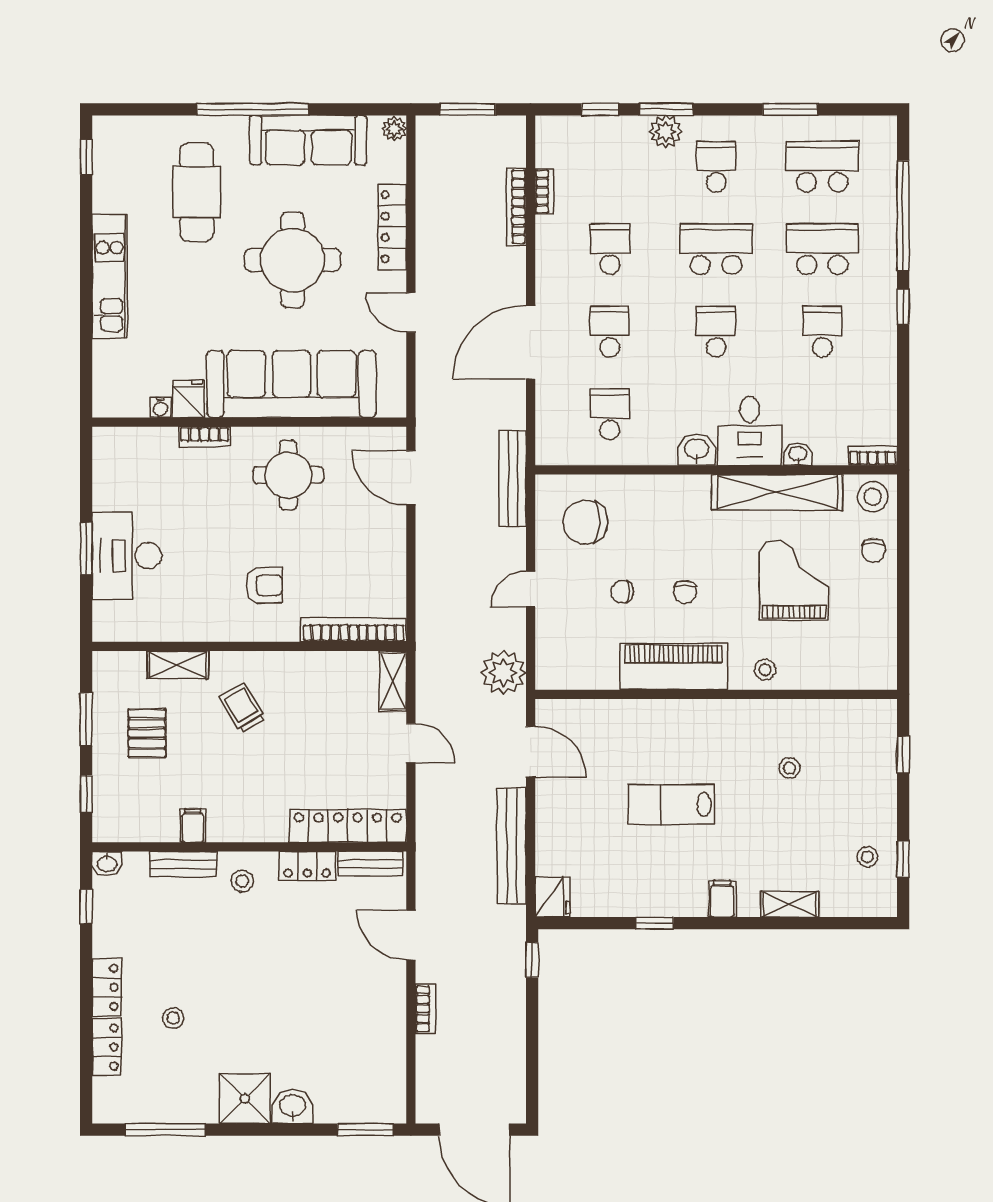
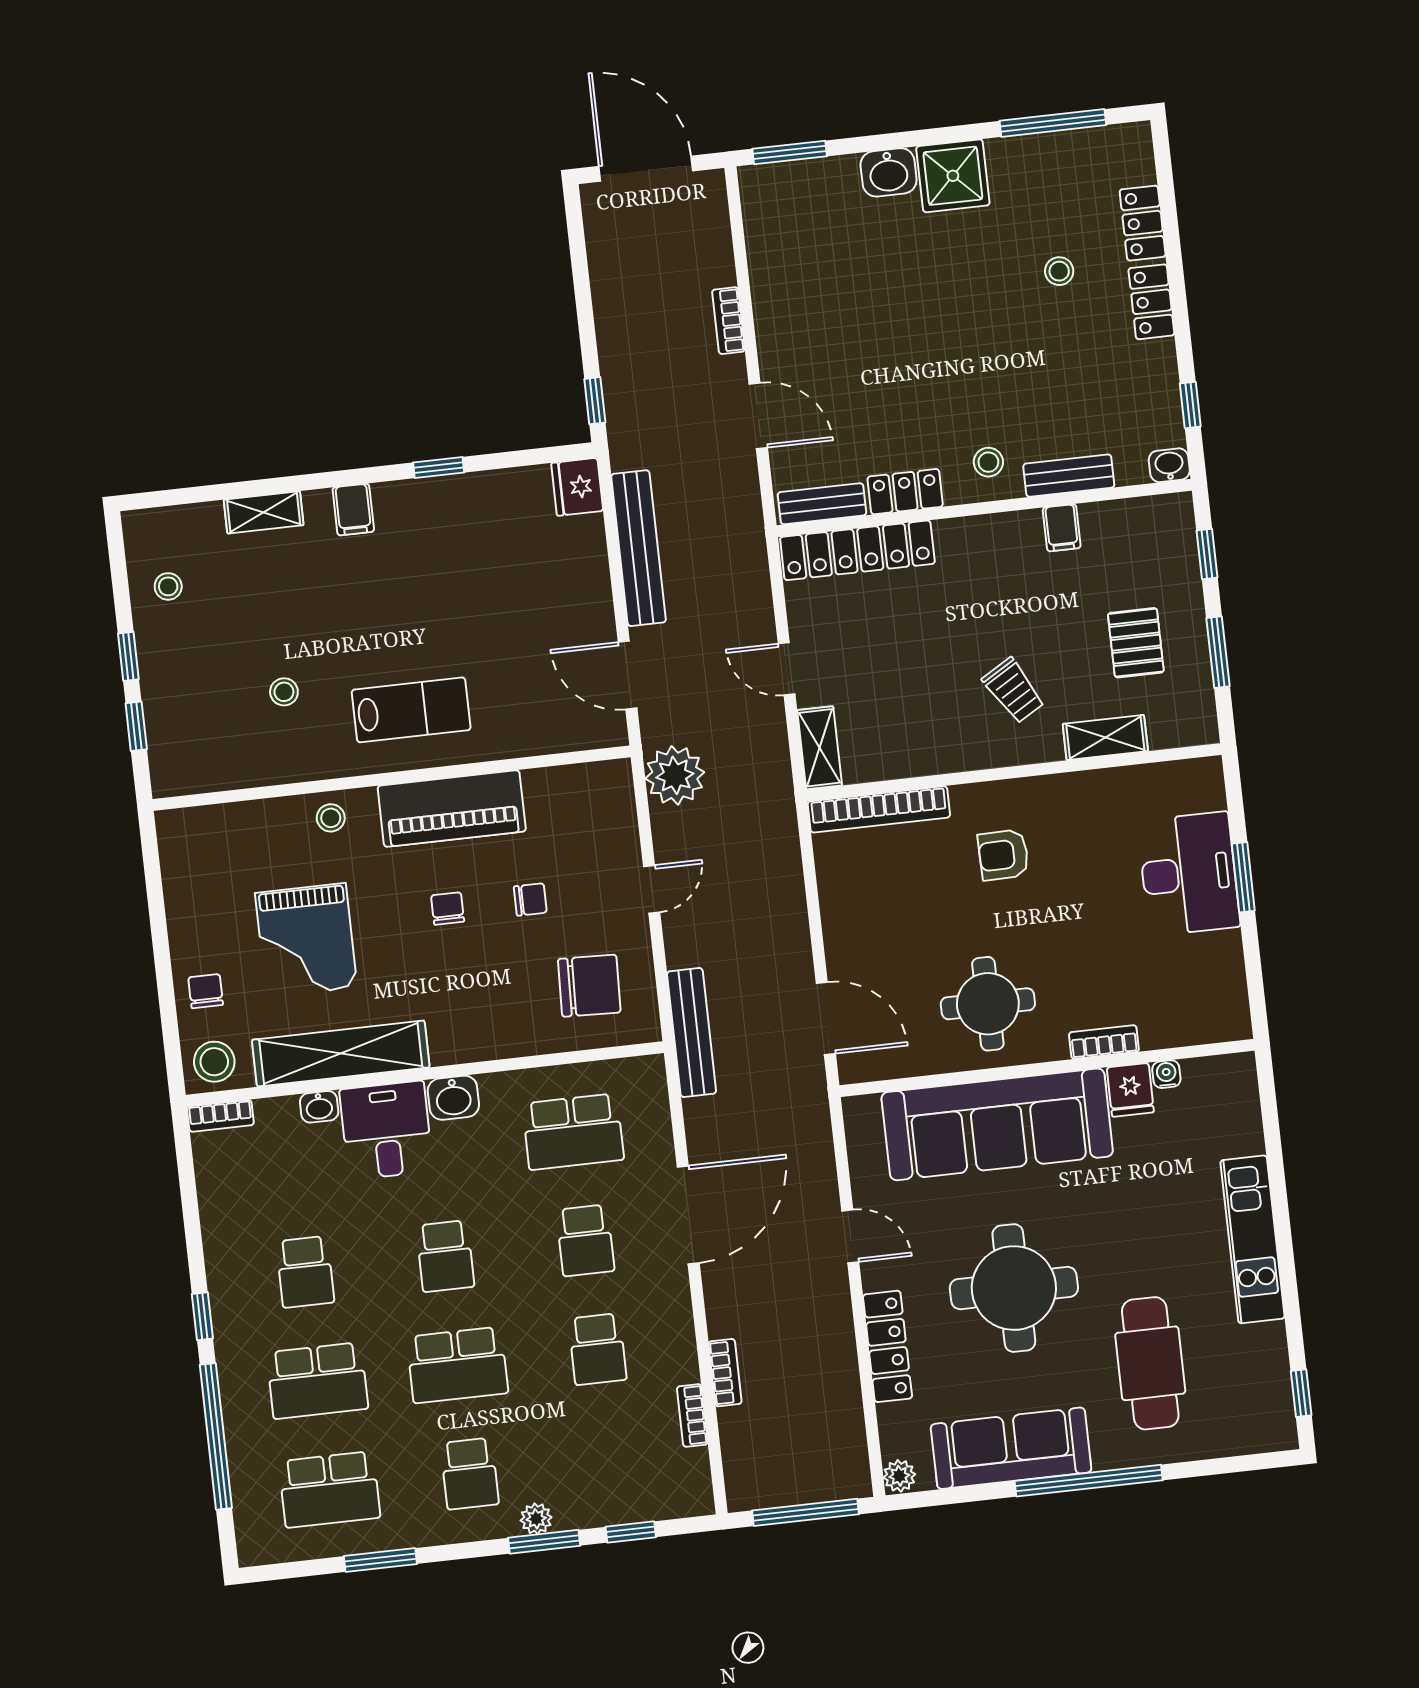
window: (468, 109) -> (805, 1512), width x1.44
plant: (666, 132) -> (536, 1519), width x0.73, depth x0.73
bookcase: (516, 207) -> (725, 1373), width x0.64
school desk: (610, 414) -> (573, 1132), width x1.85
lab bench: (671, 805) -> (411, 710), moved
window: (903, 859) -> (128, 656), moved

